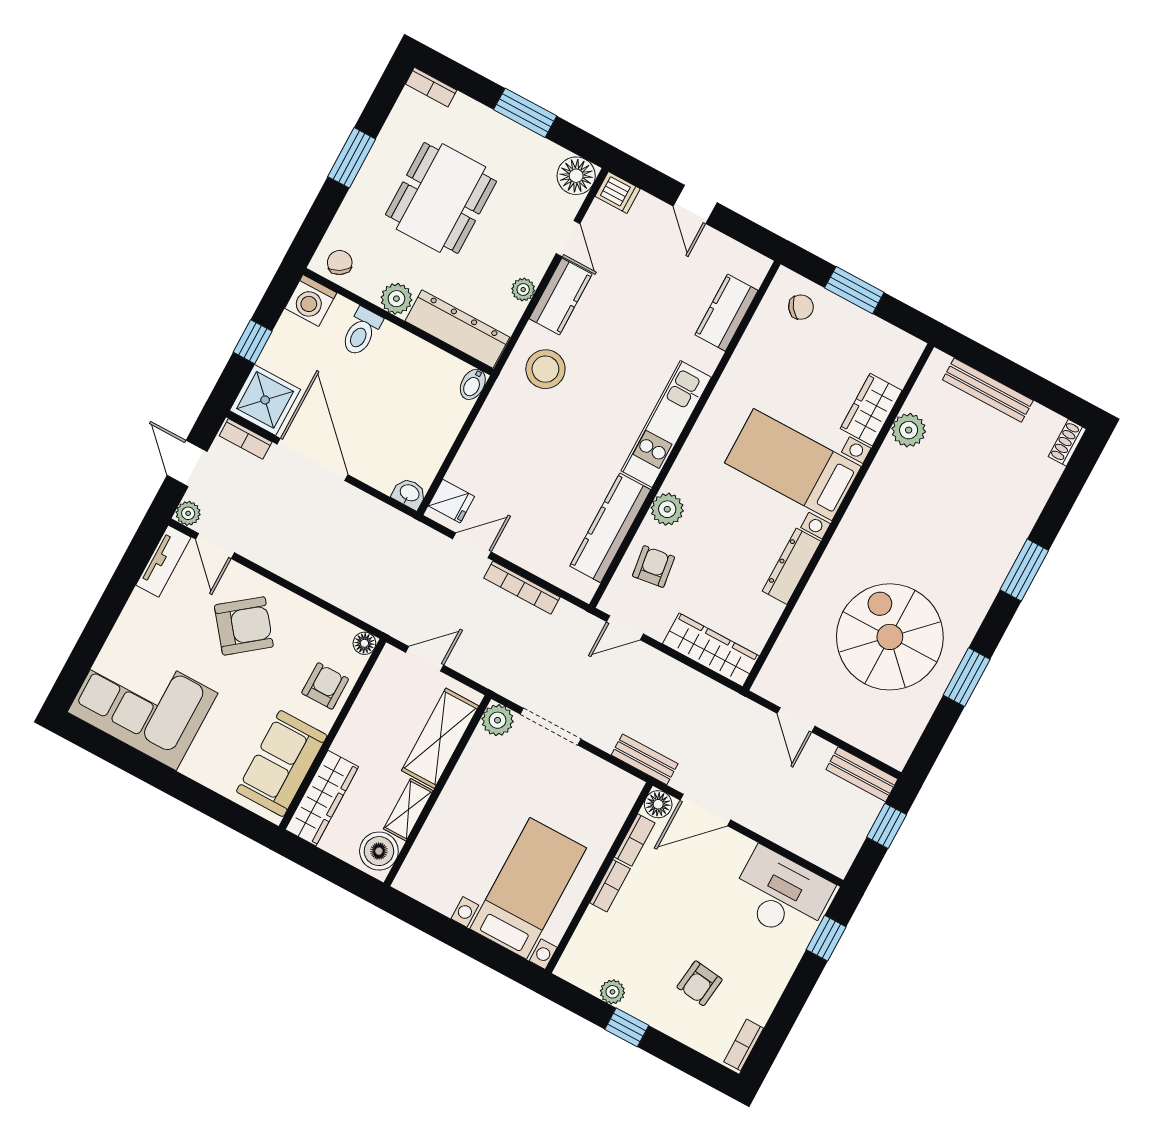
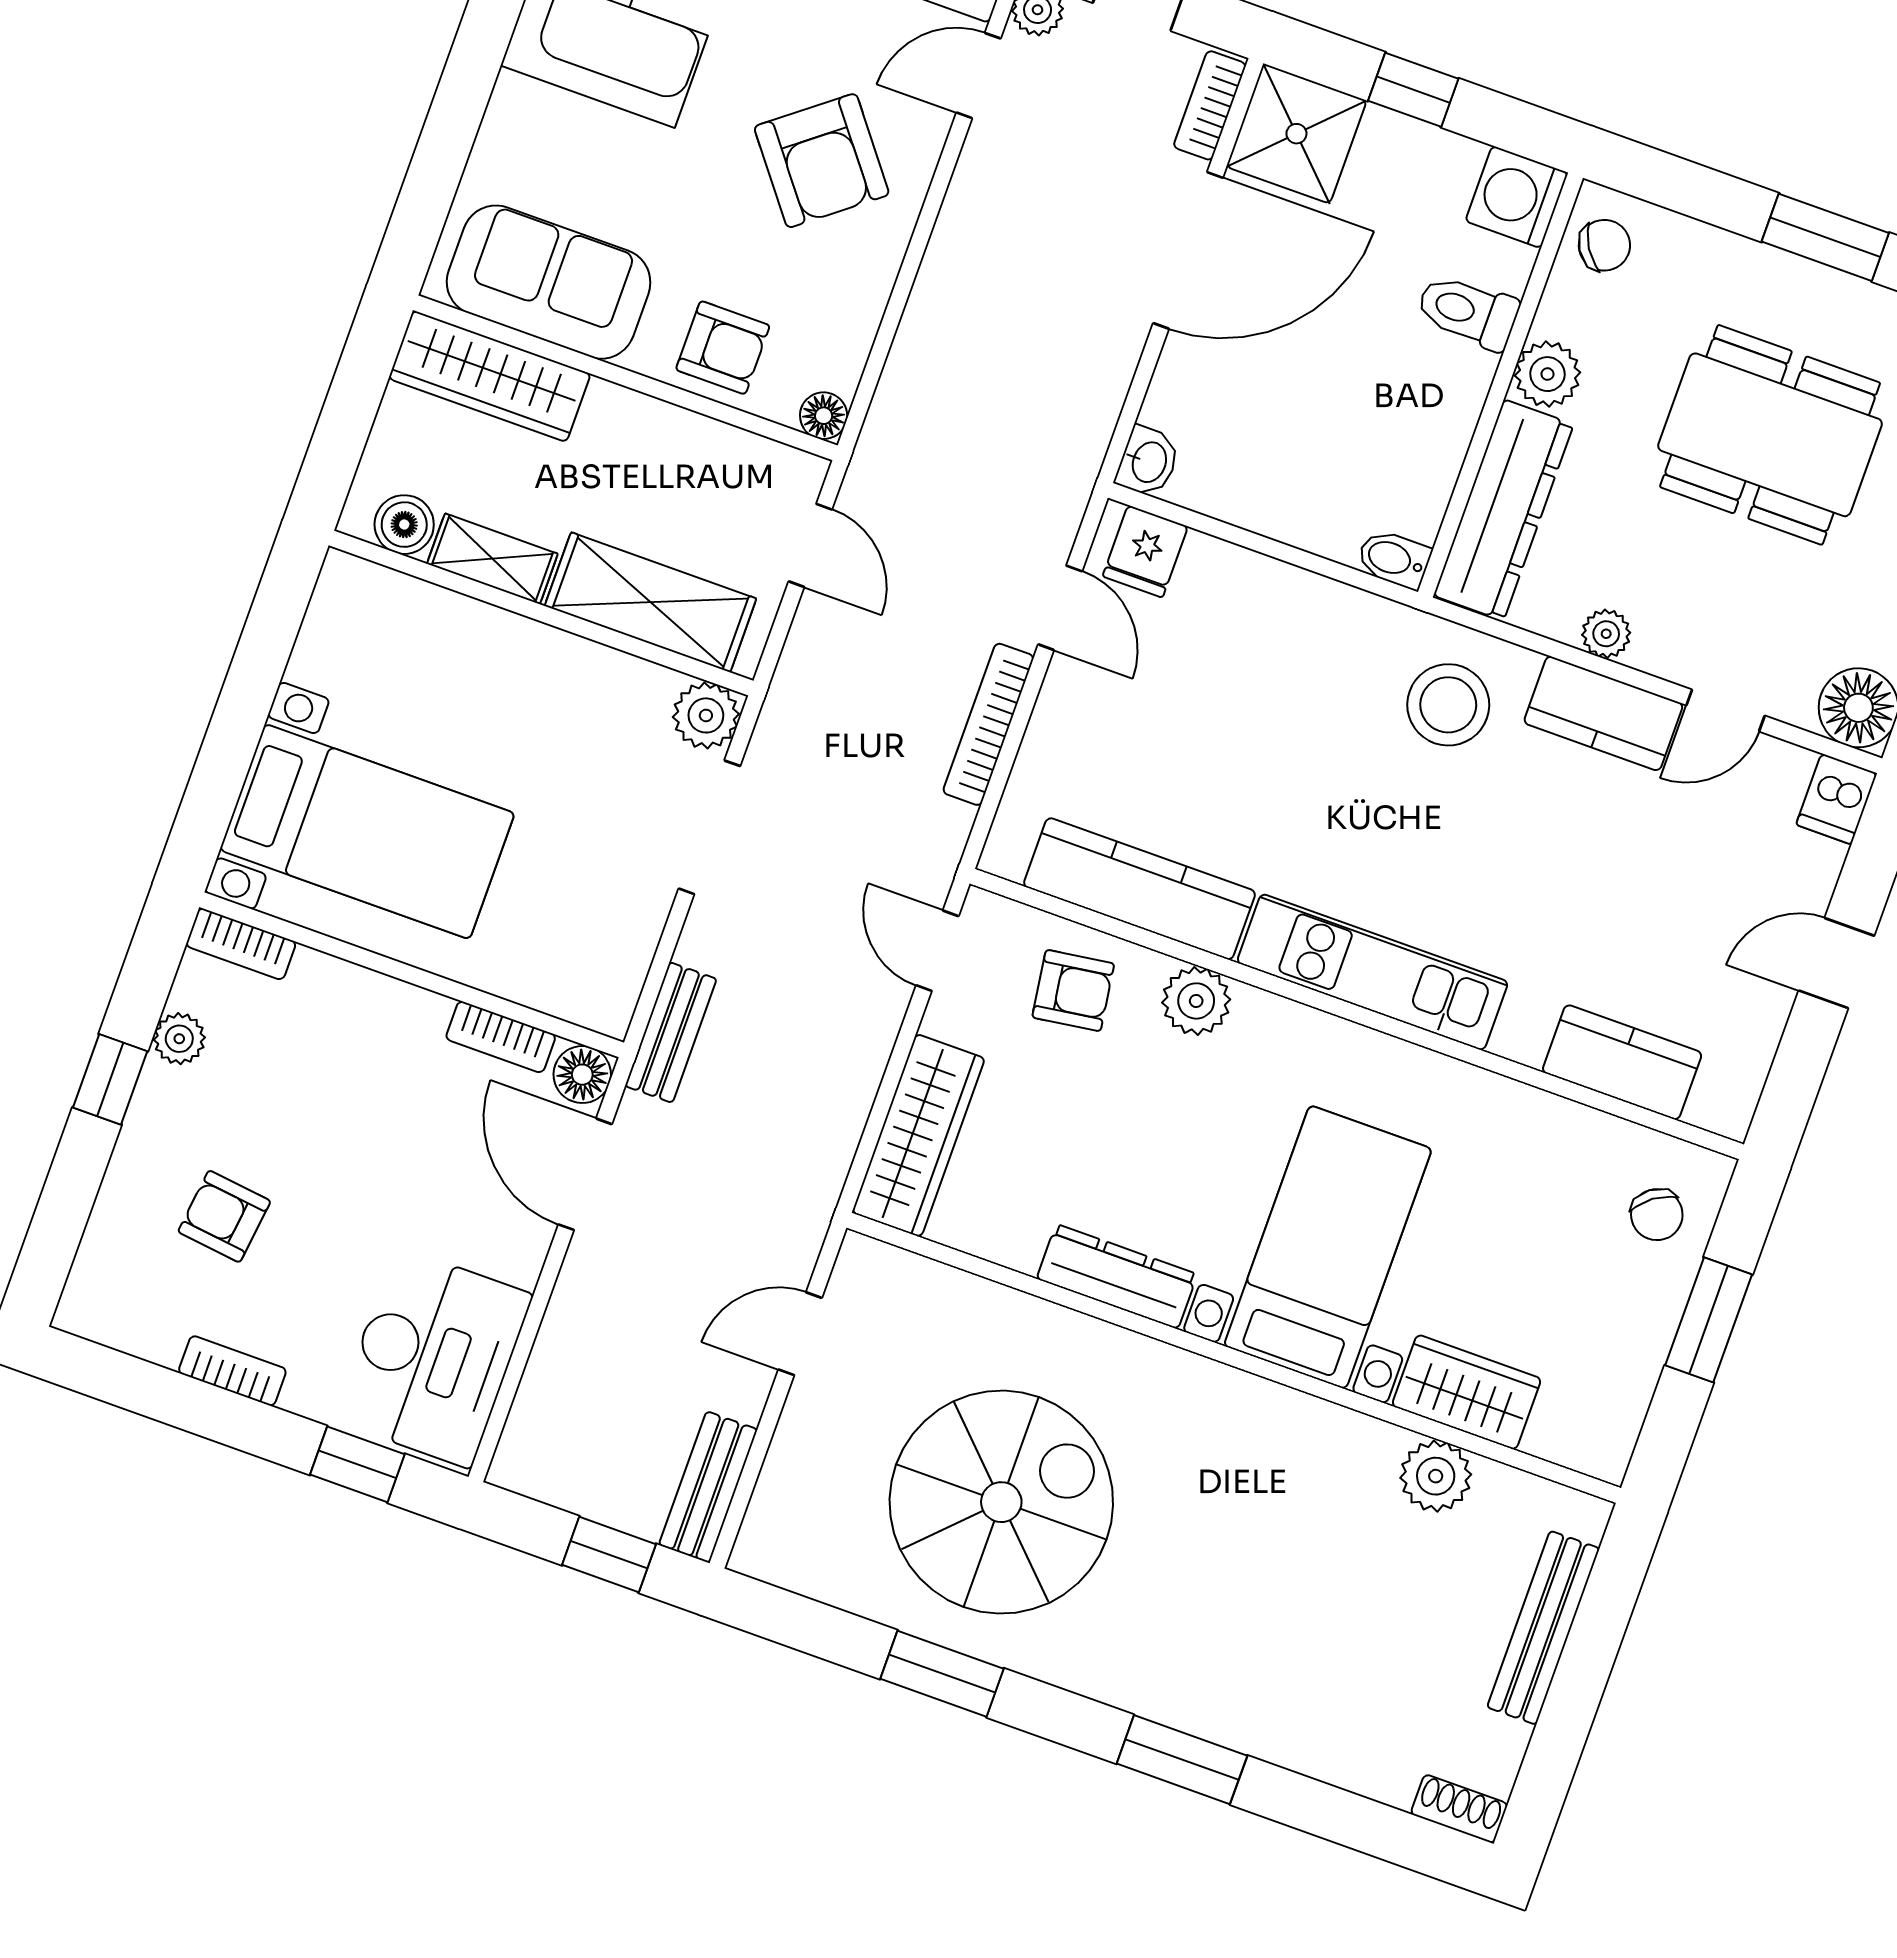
boiler: (379, 851) -> (404, 525), width x0.73, depth x0.73
bookcase: (610, 886) -> (241, 944), moved
bookcase: (744, 1045) -> (232, 1371), moved

